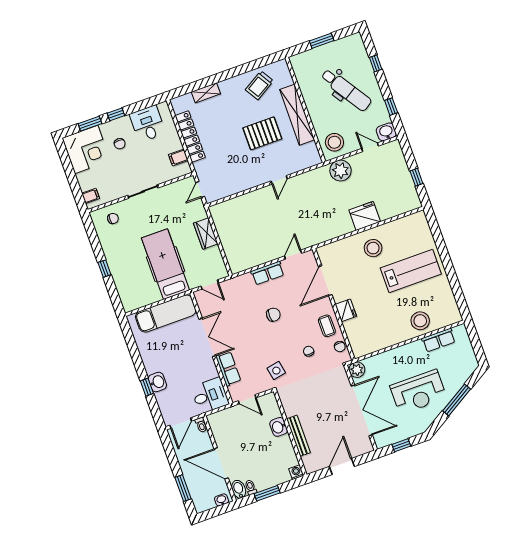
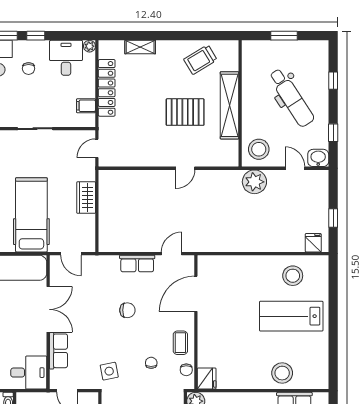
plant: (164, 107) -> (89, 46), added
fridge: (365, 216) -> (313, 243), moved, width x0.53, depth x0.75
stool: (373, 248) -> (293, 276), moved
lab bench: (411, 271) -> (291, 316), turned 180
fridge: (346, 310) -> (207, 379), moved

